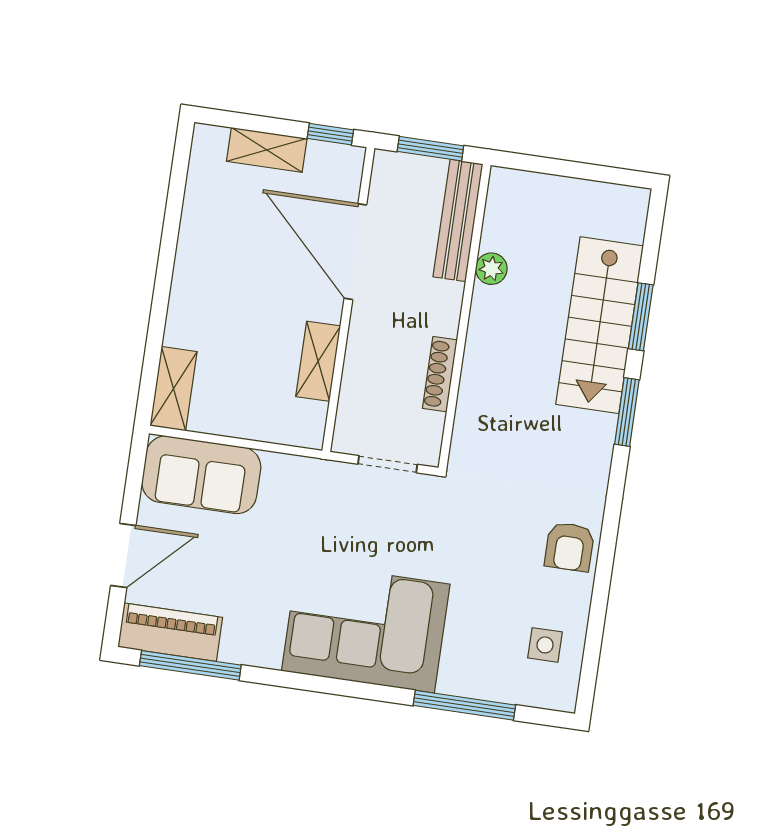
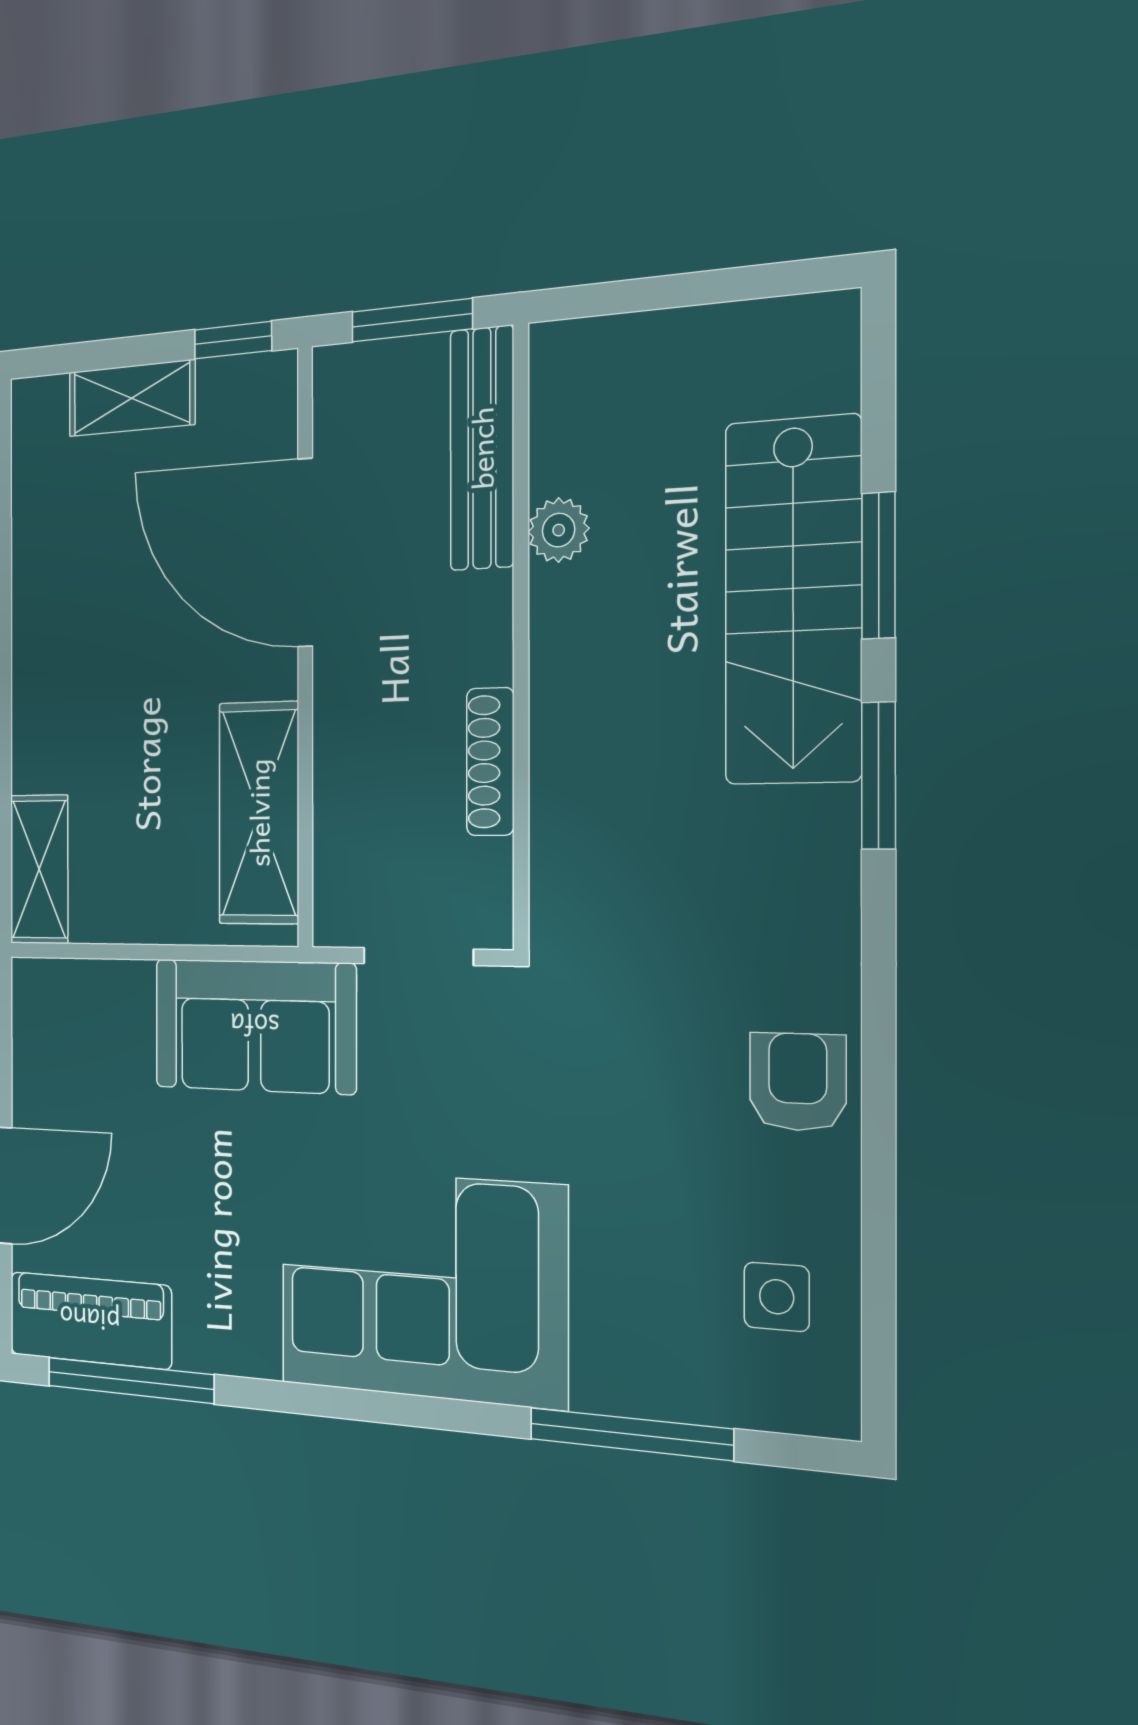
shelving: (318, 361) -> (259, 813), width x1.50, depth x1.33
sofa: (201, 475) -> (255, 1026), moved
armchair: (569, 547) -> (798, 1082), turned 180

